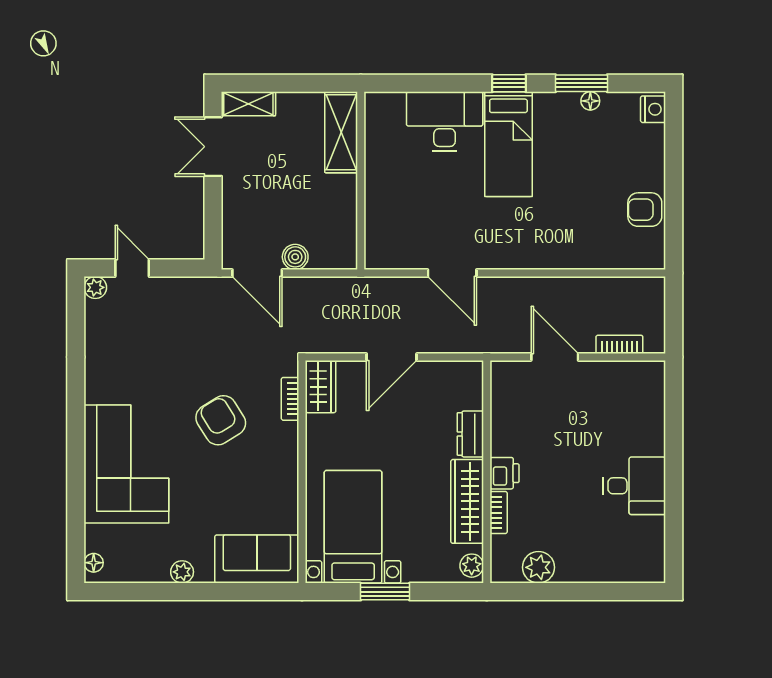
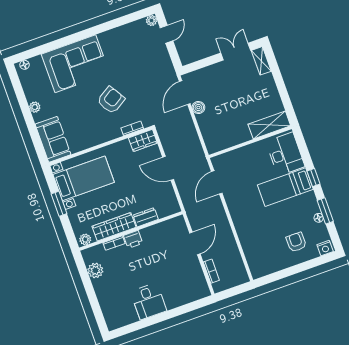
shelving: (341, 132) -> (269, 125), moved
wall: (361, 181) -> (250, 142), moved
armchair: (645, 210) -> (296, 242), moved

